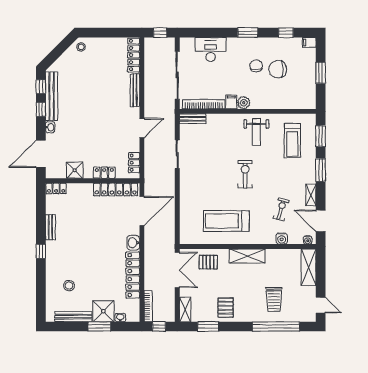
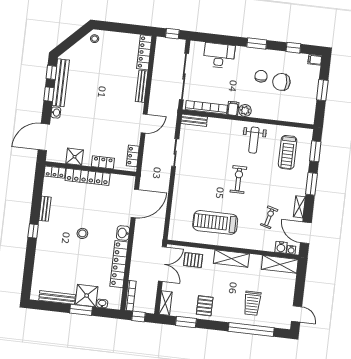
locker: (116, 189) -> (88, 177), moved
water cooler: (282, 239) -> (281, 247), moved
shelving: (309, 267) -> (280, 264), moved, turned 90
stool: (69, 286) -> (82, 233), moved

